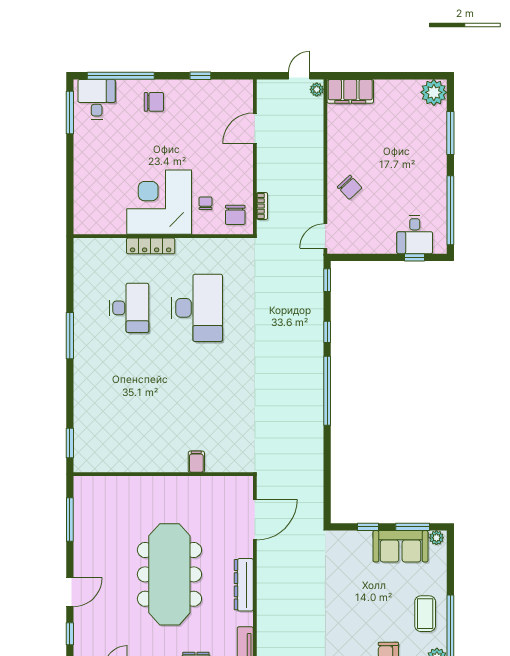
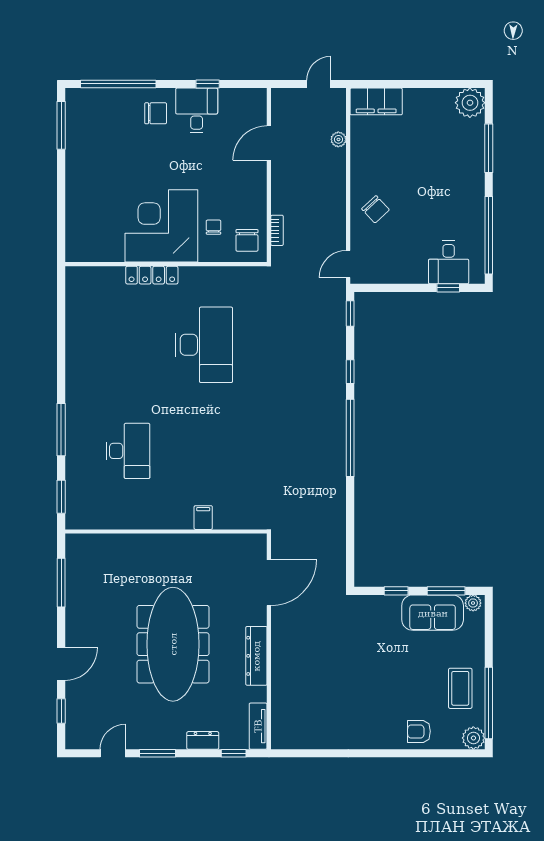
plant: (317, 89) -> (338, 139), moved
desk: (97, 99) -> (197, 110), moved
desk: (129, 308) -> (128, 451), moved
window: (70, 336) -> (61, 430), moved

